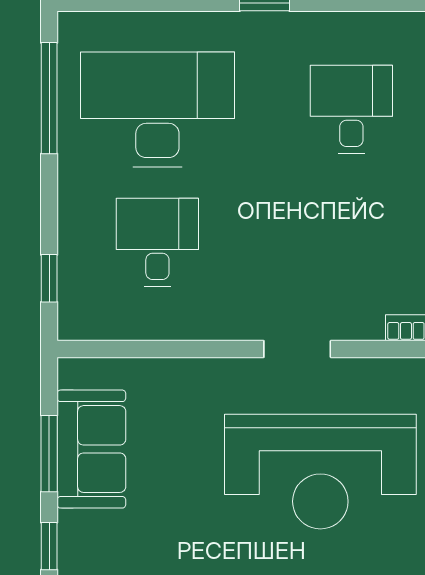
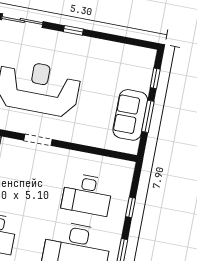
desk: (157, 242) -> (87, 194), width x1.37
window: (49, 278) -> (131, 207), moved

